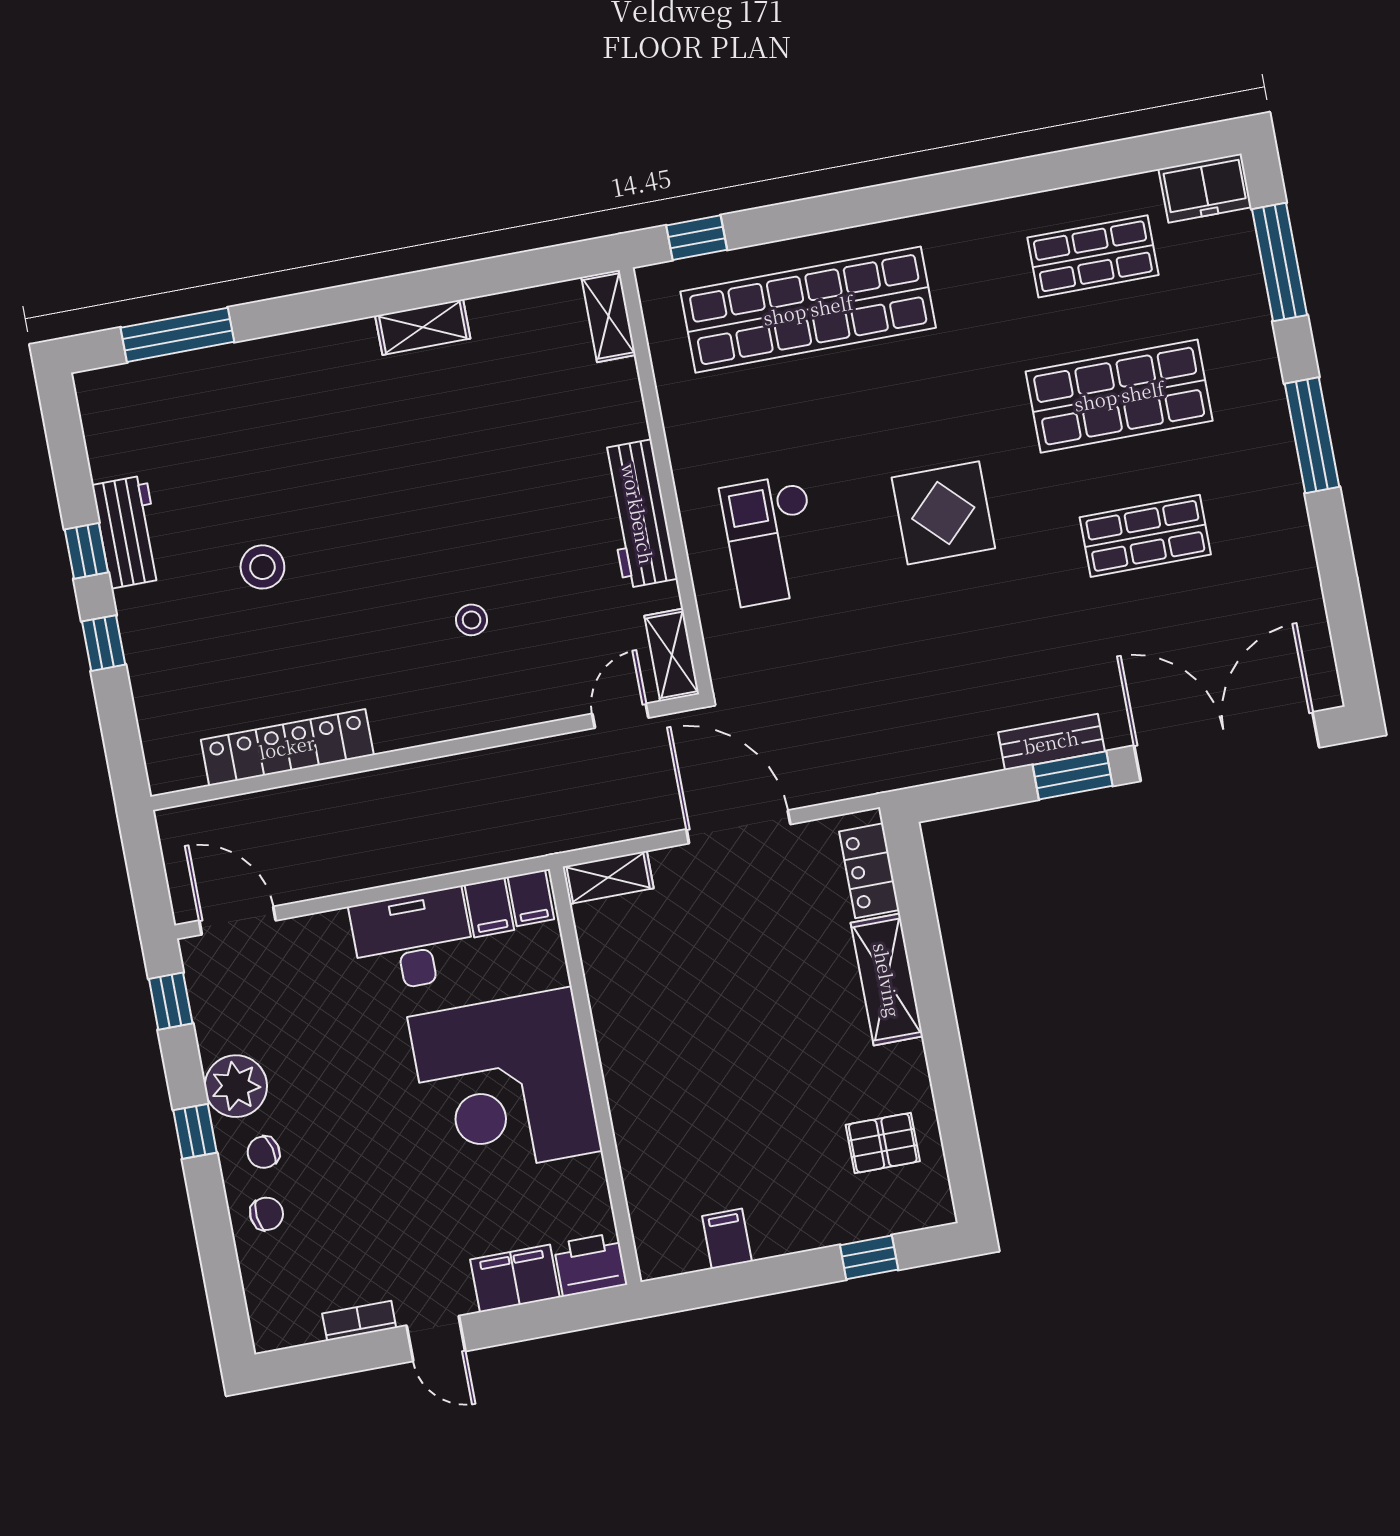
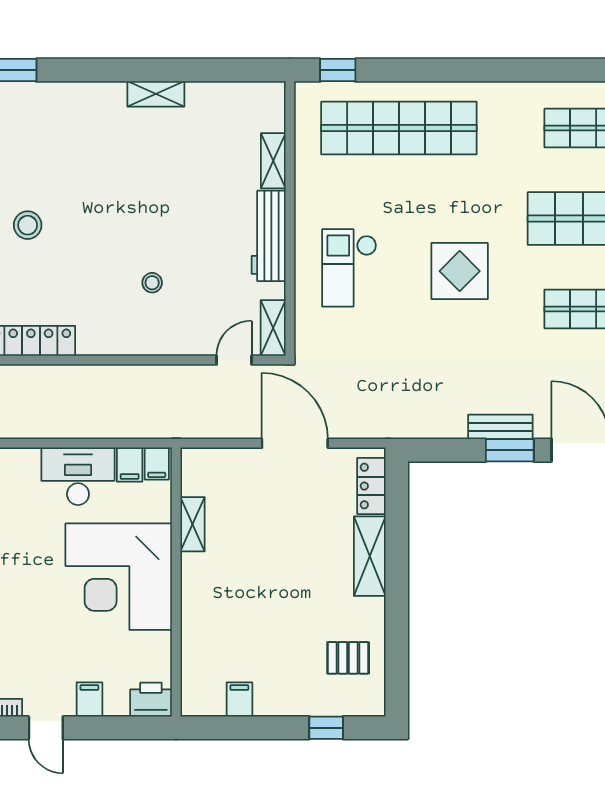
shelving: (608, 316) -> (273, 161), moved
shelving: (608, 877) -> (192, 524), moved, turned 90
filing cabinet: (515, 1278) -> (89, 699), width x0.50

